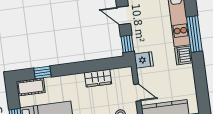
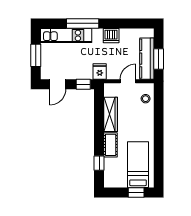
dishwasher: (184, 55) -> (111, 36), moved
wardrobe: (98, 78) -> (111, 114), width x1.50
cot: (31, 87) -> (111, 145), moved

